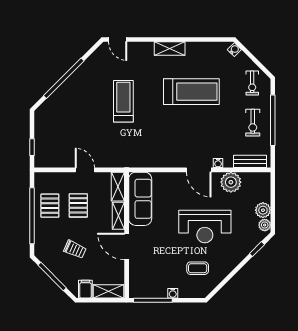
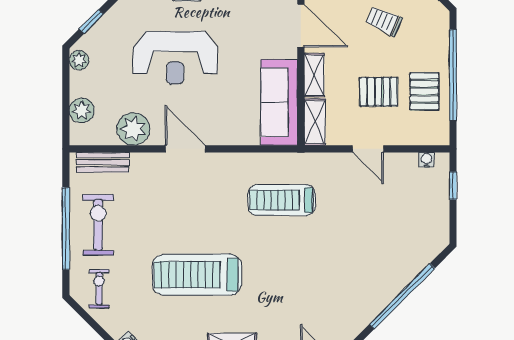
treadmill: (123, 101) -> (282, 200), moved, turned 90
exercise bike: (253, 123) -> (98, 225), width x1.38, depth x1.39
water cooler: (218, 163) -> (426, 160), moved
pallet: (78, 205) -> (379, 92), turned 90
plant: (263, 210) -> (82, 110), moved
reception desk: (205, 227) -> (175, 58), turned 180

